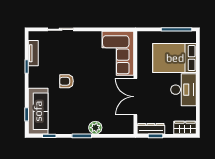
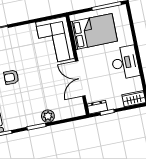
bed: (175, 58) -> (94, 31), moved, turned 180
dresser: (151, 129) -> (97, 107), width x0.70

